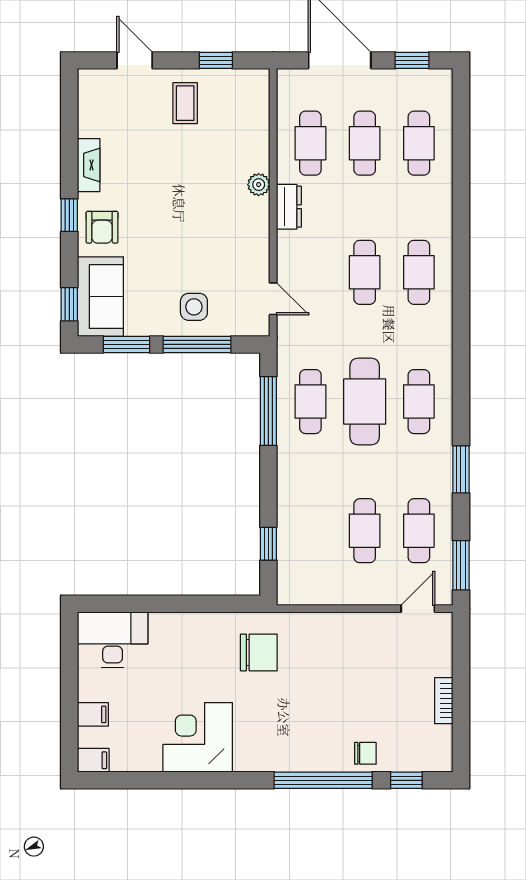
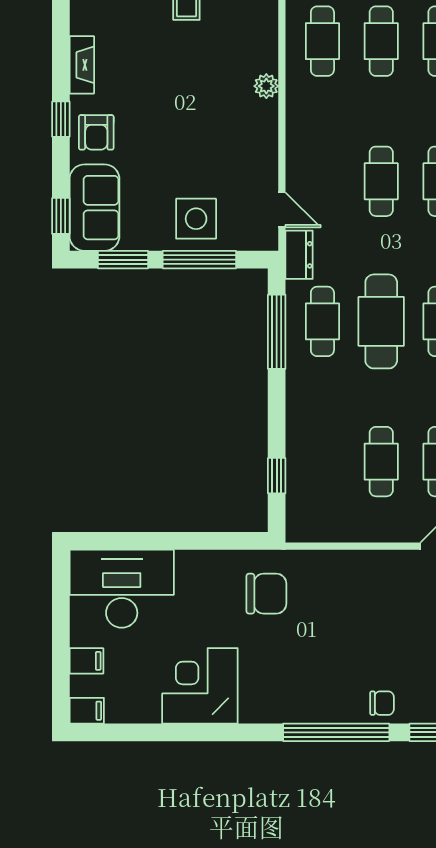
dresser: (289, 207) -> (299, 255), moved
side table: (194, 307) -> (196, 219), width x1.37, depth x1.37
desk: (113, 640) -> (122, 589), width x1.36, depth x1.30

